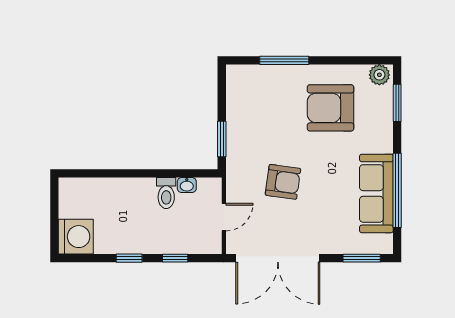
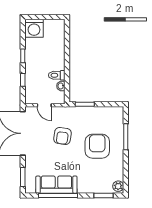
armchair: (331, 108) -> (97, 146), moved

